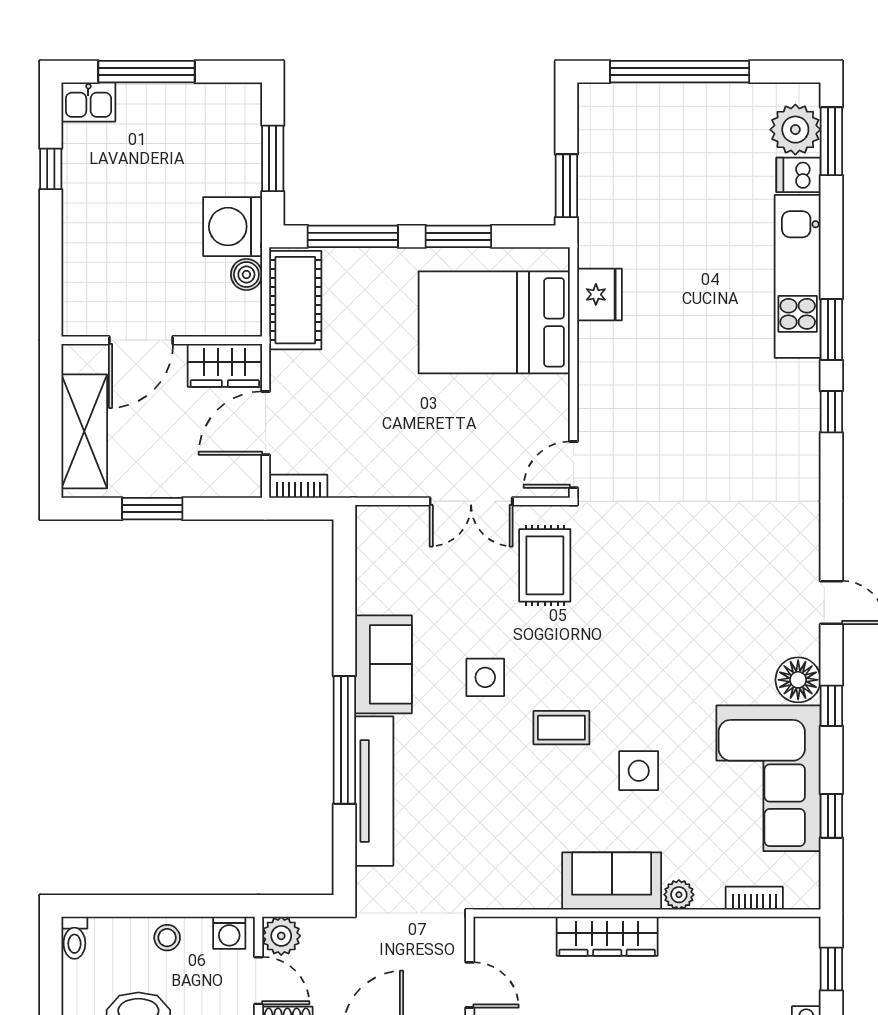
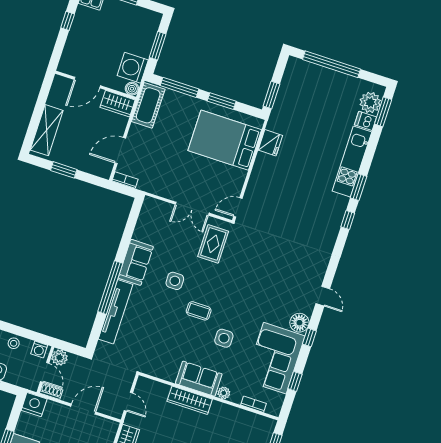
door: (141, 340) -> (87, 83), moved
wall: (162, 340) -> (96, 85), moved
wardrobe: (225, 365) -> (118, 104), moved

